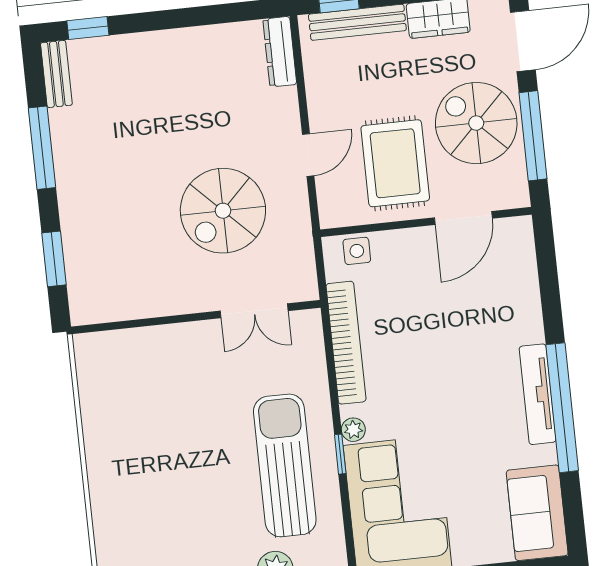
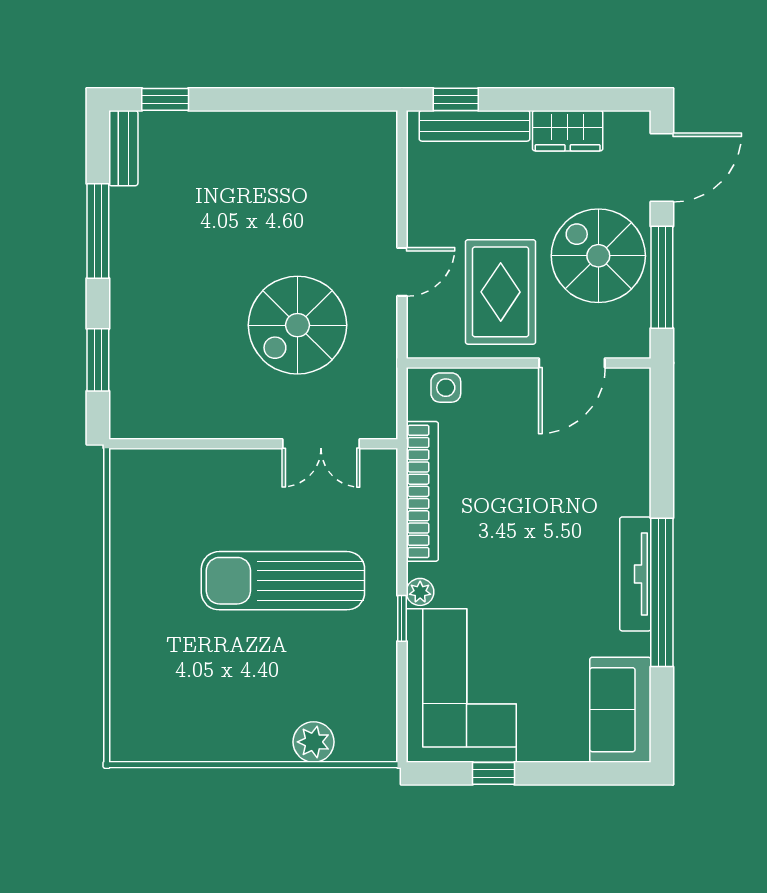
dresser: (280, 52) -> (382, 150), removed
sun lounger: (285, 465) -> (283, 581), moved, turned -90

